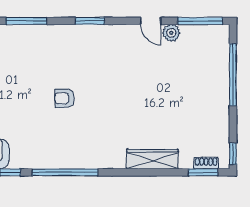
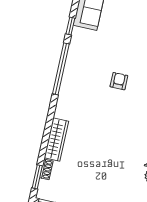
shoe rack: (206, 163) -> (46, 169), moved

